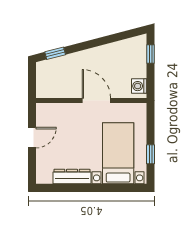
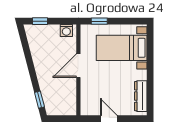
window: (150, 154) -> (99, 21), moved
dresser: (72, 177) -> (141, 96), moved

